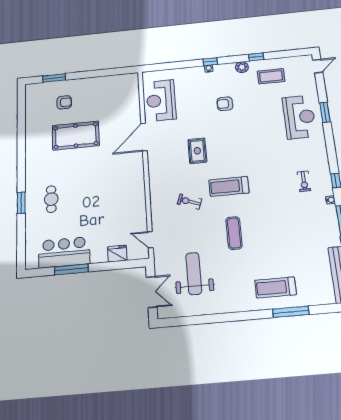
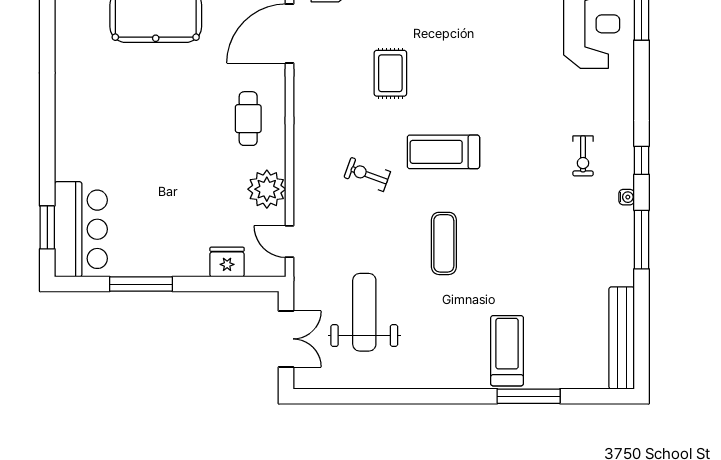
cafe table: (51, 199) -> (248, 119), moved
window: (21, 203) -> (47, 227), moved
plant: (137, 214) -> (267, 189), added
bar counter: (64, 252) -> (81, 229), moved, turned 90
treadmill: (275, 287) -> (507, 351), turned 90

